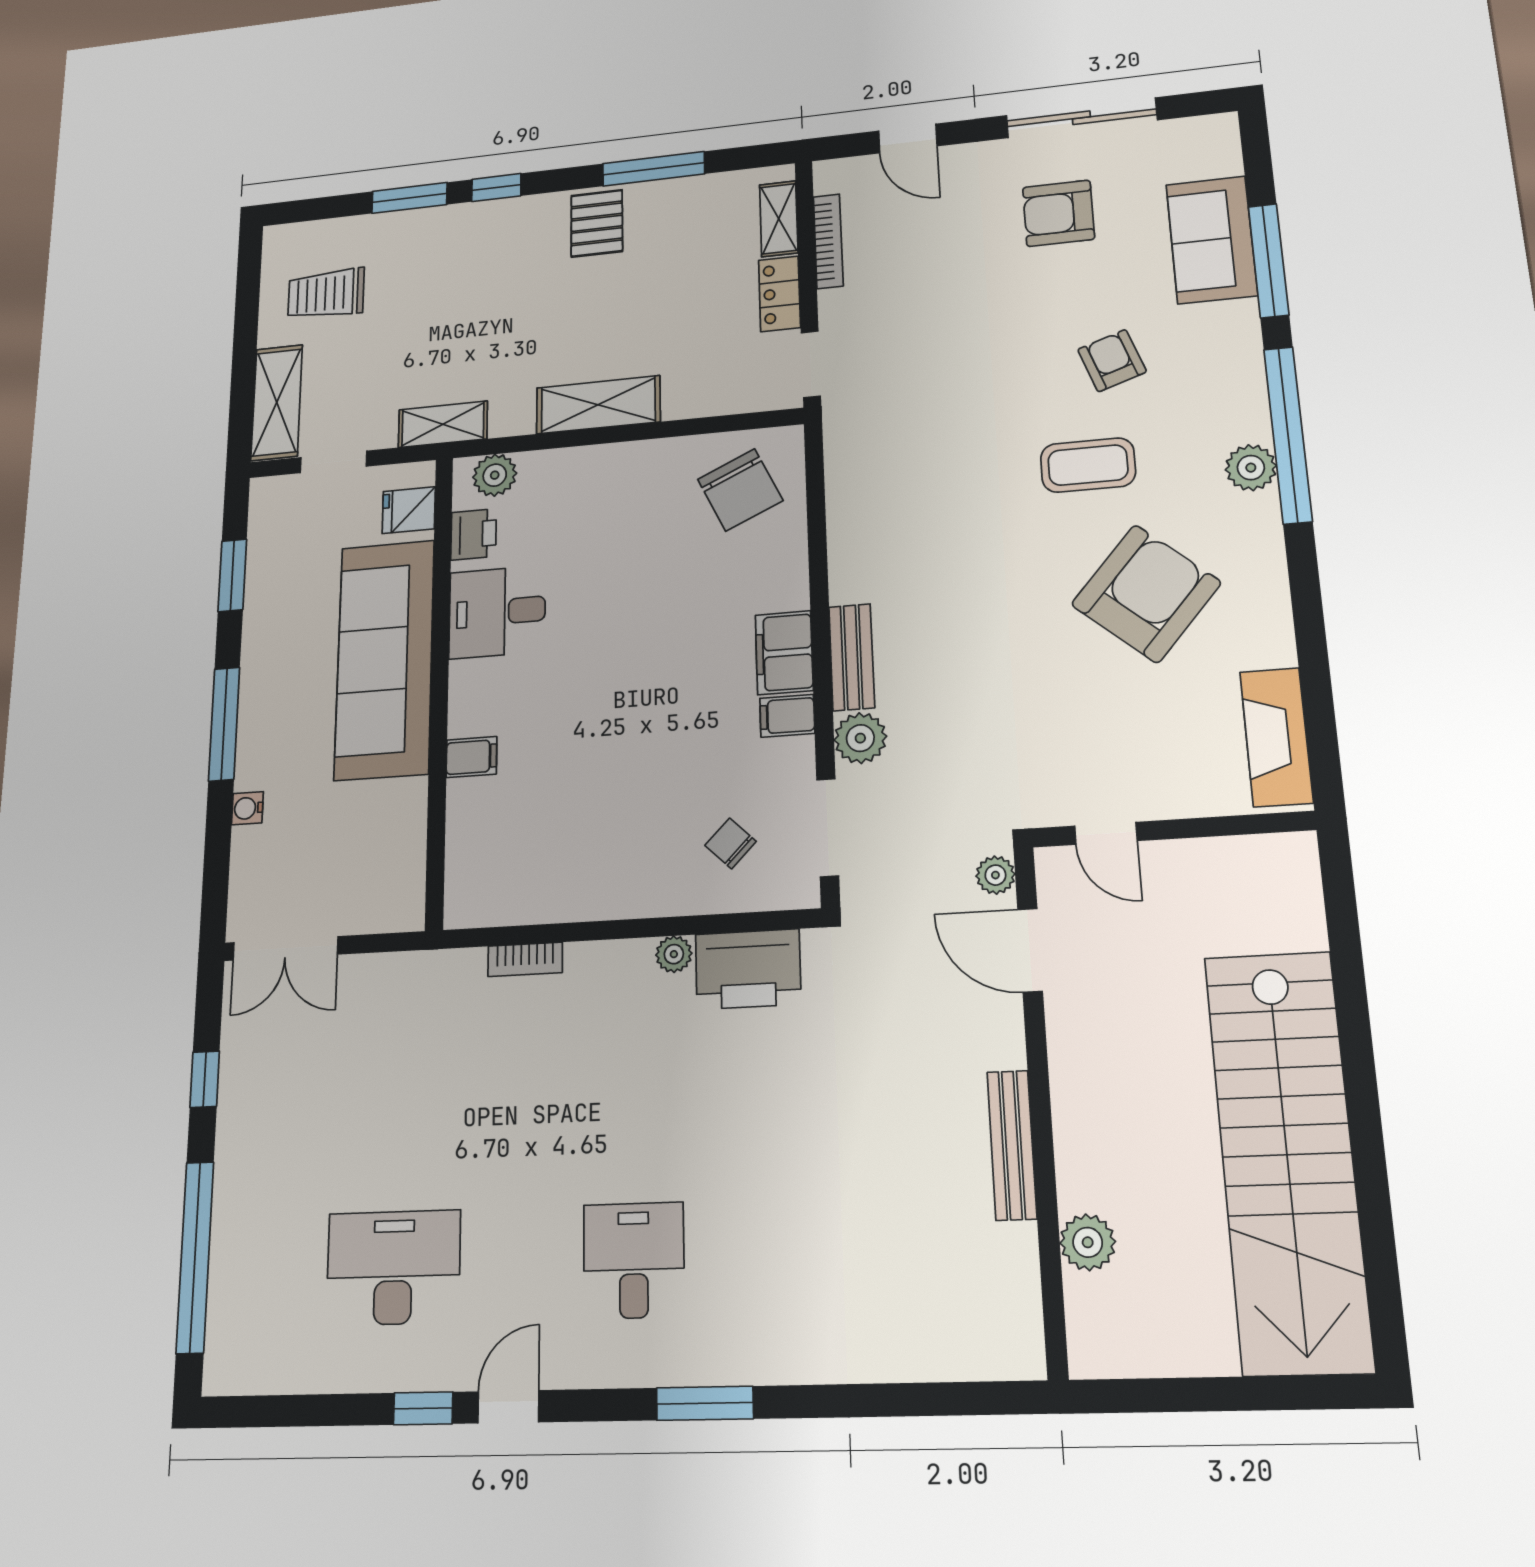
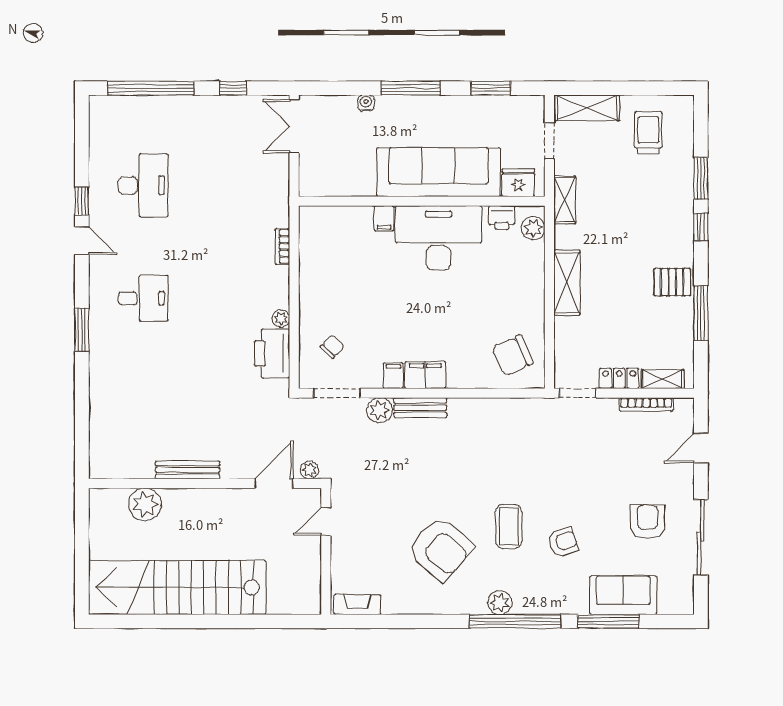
fridge: (409, 510) -> (518, 183), width x1.38
desk: (497, 612) -> (439, 238), width x1.87, depth x1.30
fireplace: (1276, 737) -> (357, 605), width x0.73, depth x0.76
plant: (1088, 1242) -> (145, 504), width x1.36, depth x1.36

